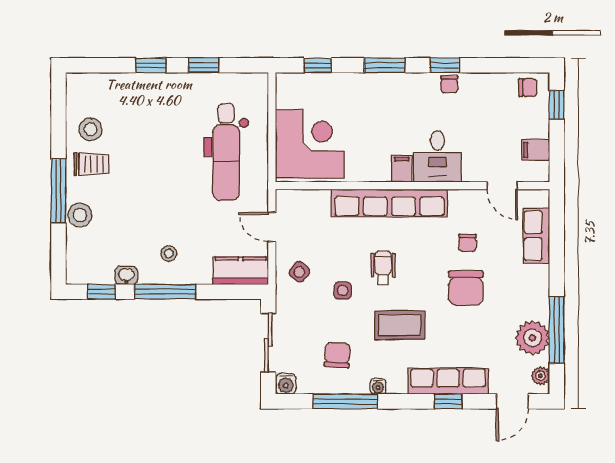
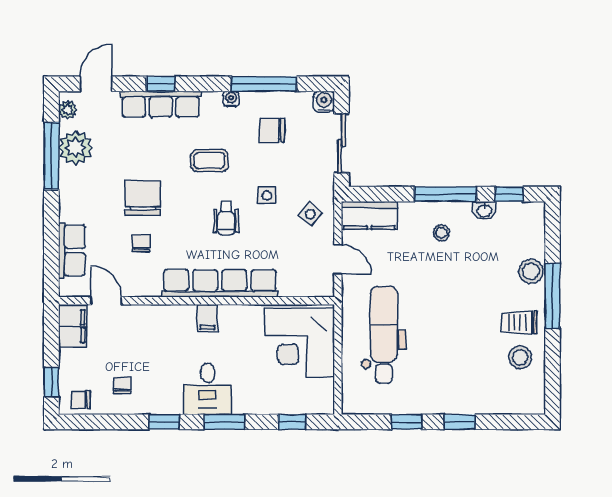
chair: (449, 84) -> (122, 385), moved
filing cabinet: (536, 150) -> (73, 326), width x2.00
desk: (437, 156) -> (208, 389), moved, turned 180
coffee table: (400, 325) -> (209, 161), width x0.73, depth x0.77
chair: (337, 355) -> (272, 130), turned 86

